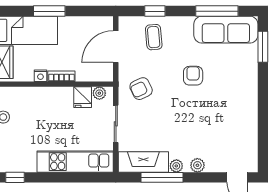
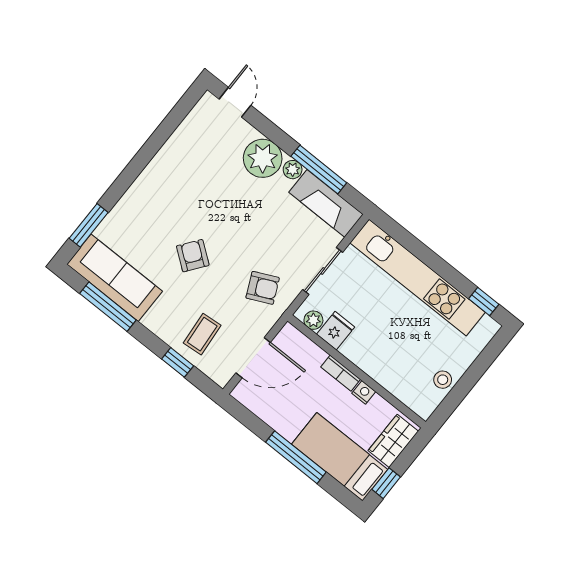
window: (49, 11) -> (296, 457), width x1.44
armchair: (193, 76) -> (193, 256), turned 127
kitchen unit: (75, 162) -> (418, 278), width x1.36
plant: (197, 165) -> (263, 158), width x1.88, depth x1.88

